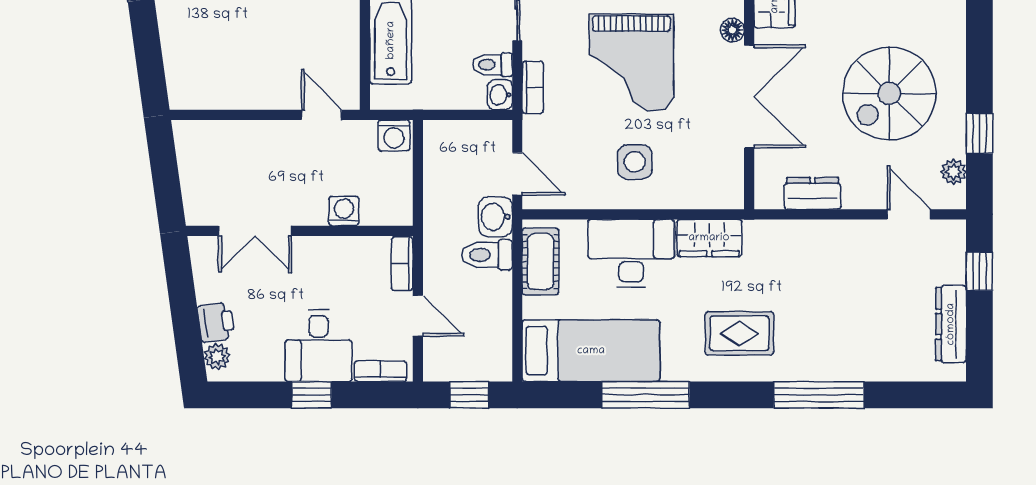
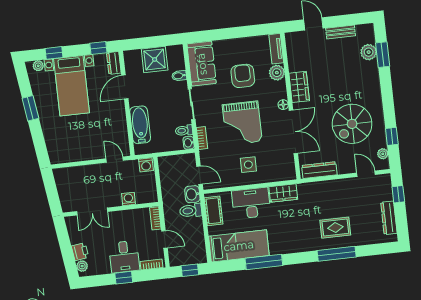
dresser: (812, 193) -> (319, 170), width x1.44
rug: (739, 333) -> (335, 228), moved

